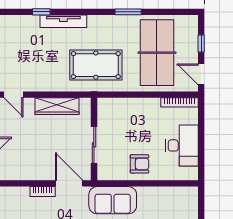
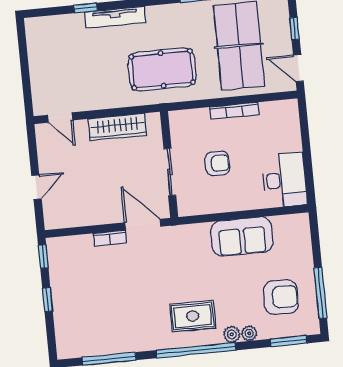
bookcase: (180, 102) -> (234, 111), moved
desk: (182, 145) -> (285, 180), moved
armchair: (139, 164) -> (217, 163), moved
sofa: (113, 200) -> (242, 237), moved

